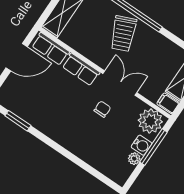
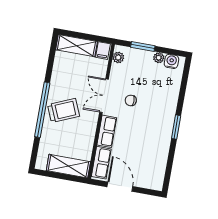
window: (18, 121) -> (176, 127), moved
plant: (150, 121) -> (118, 57), width x0.53, depth x0.53
water cooler: (141, 145) -> (171, 61), moved
window: (153, 147) -> (143, 47), width x0.69

